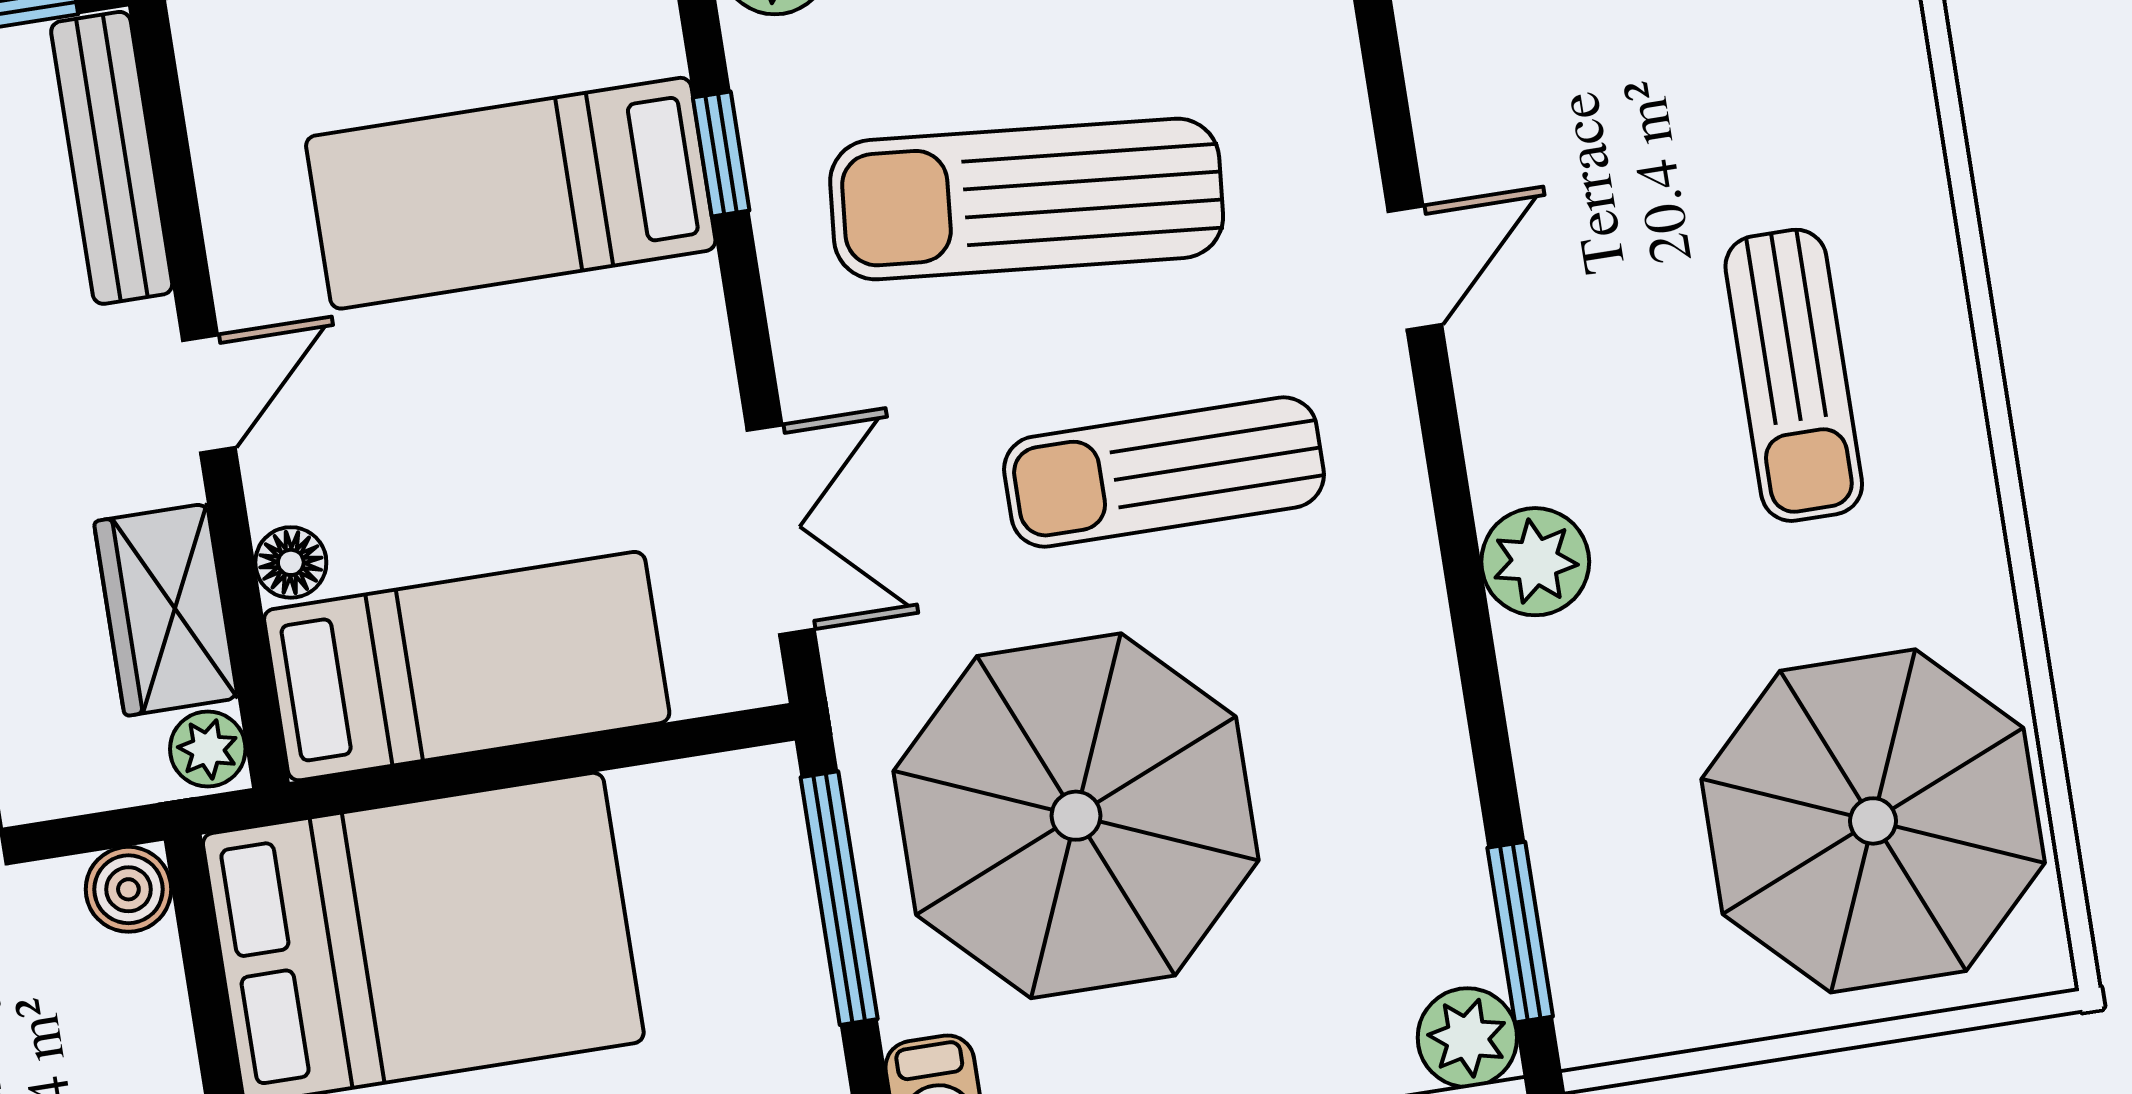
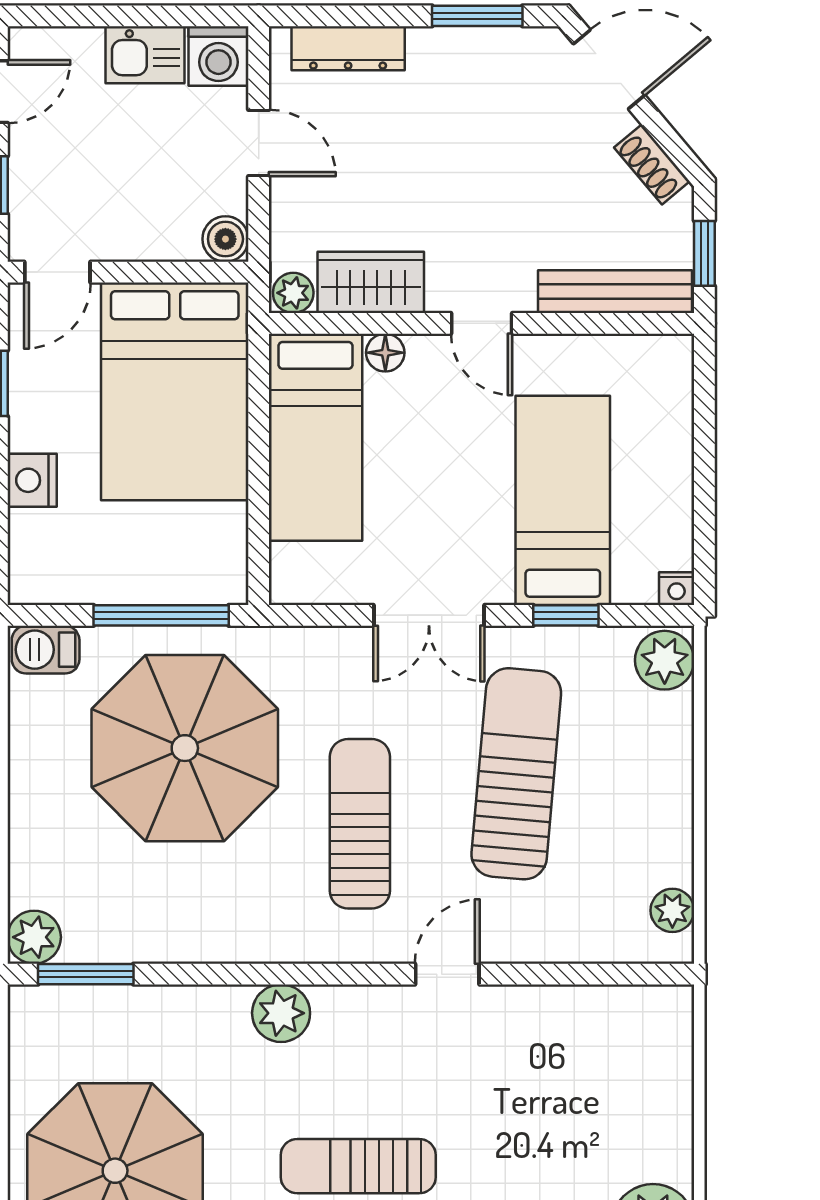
door: (1415, 268) -> (447, 974), swing flipped
double door: (781, 530) -> (429, 615), moved

